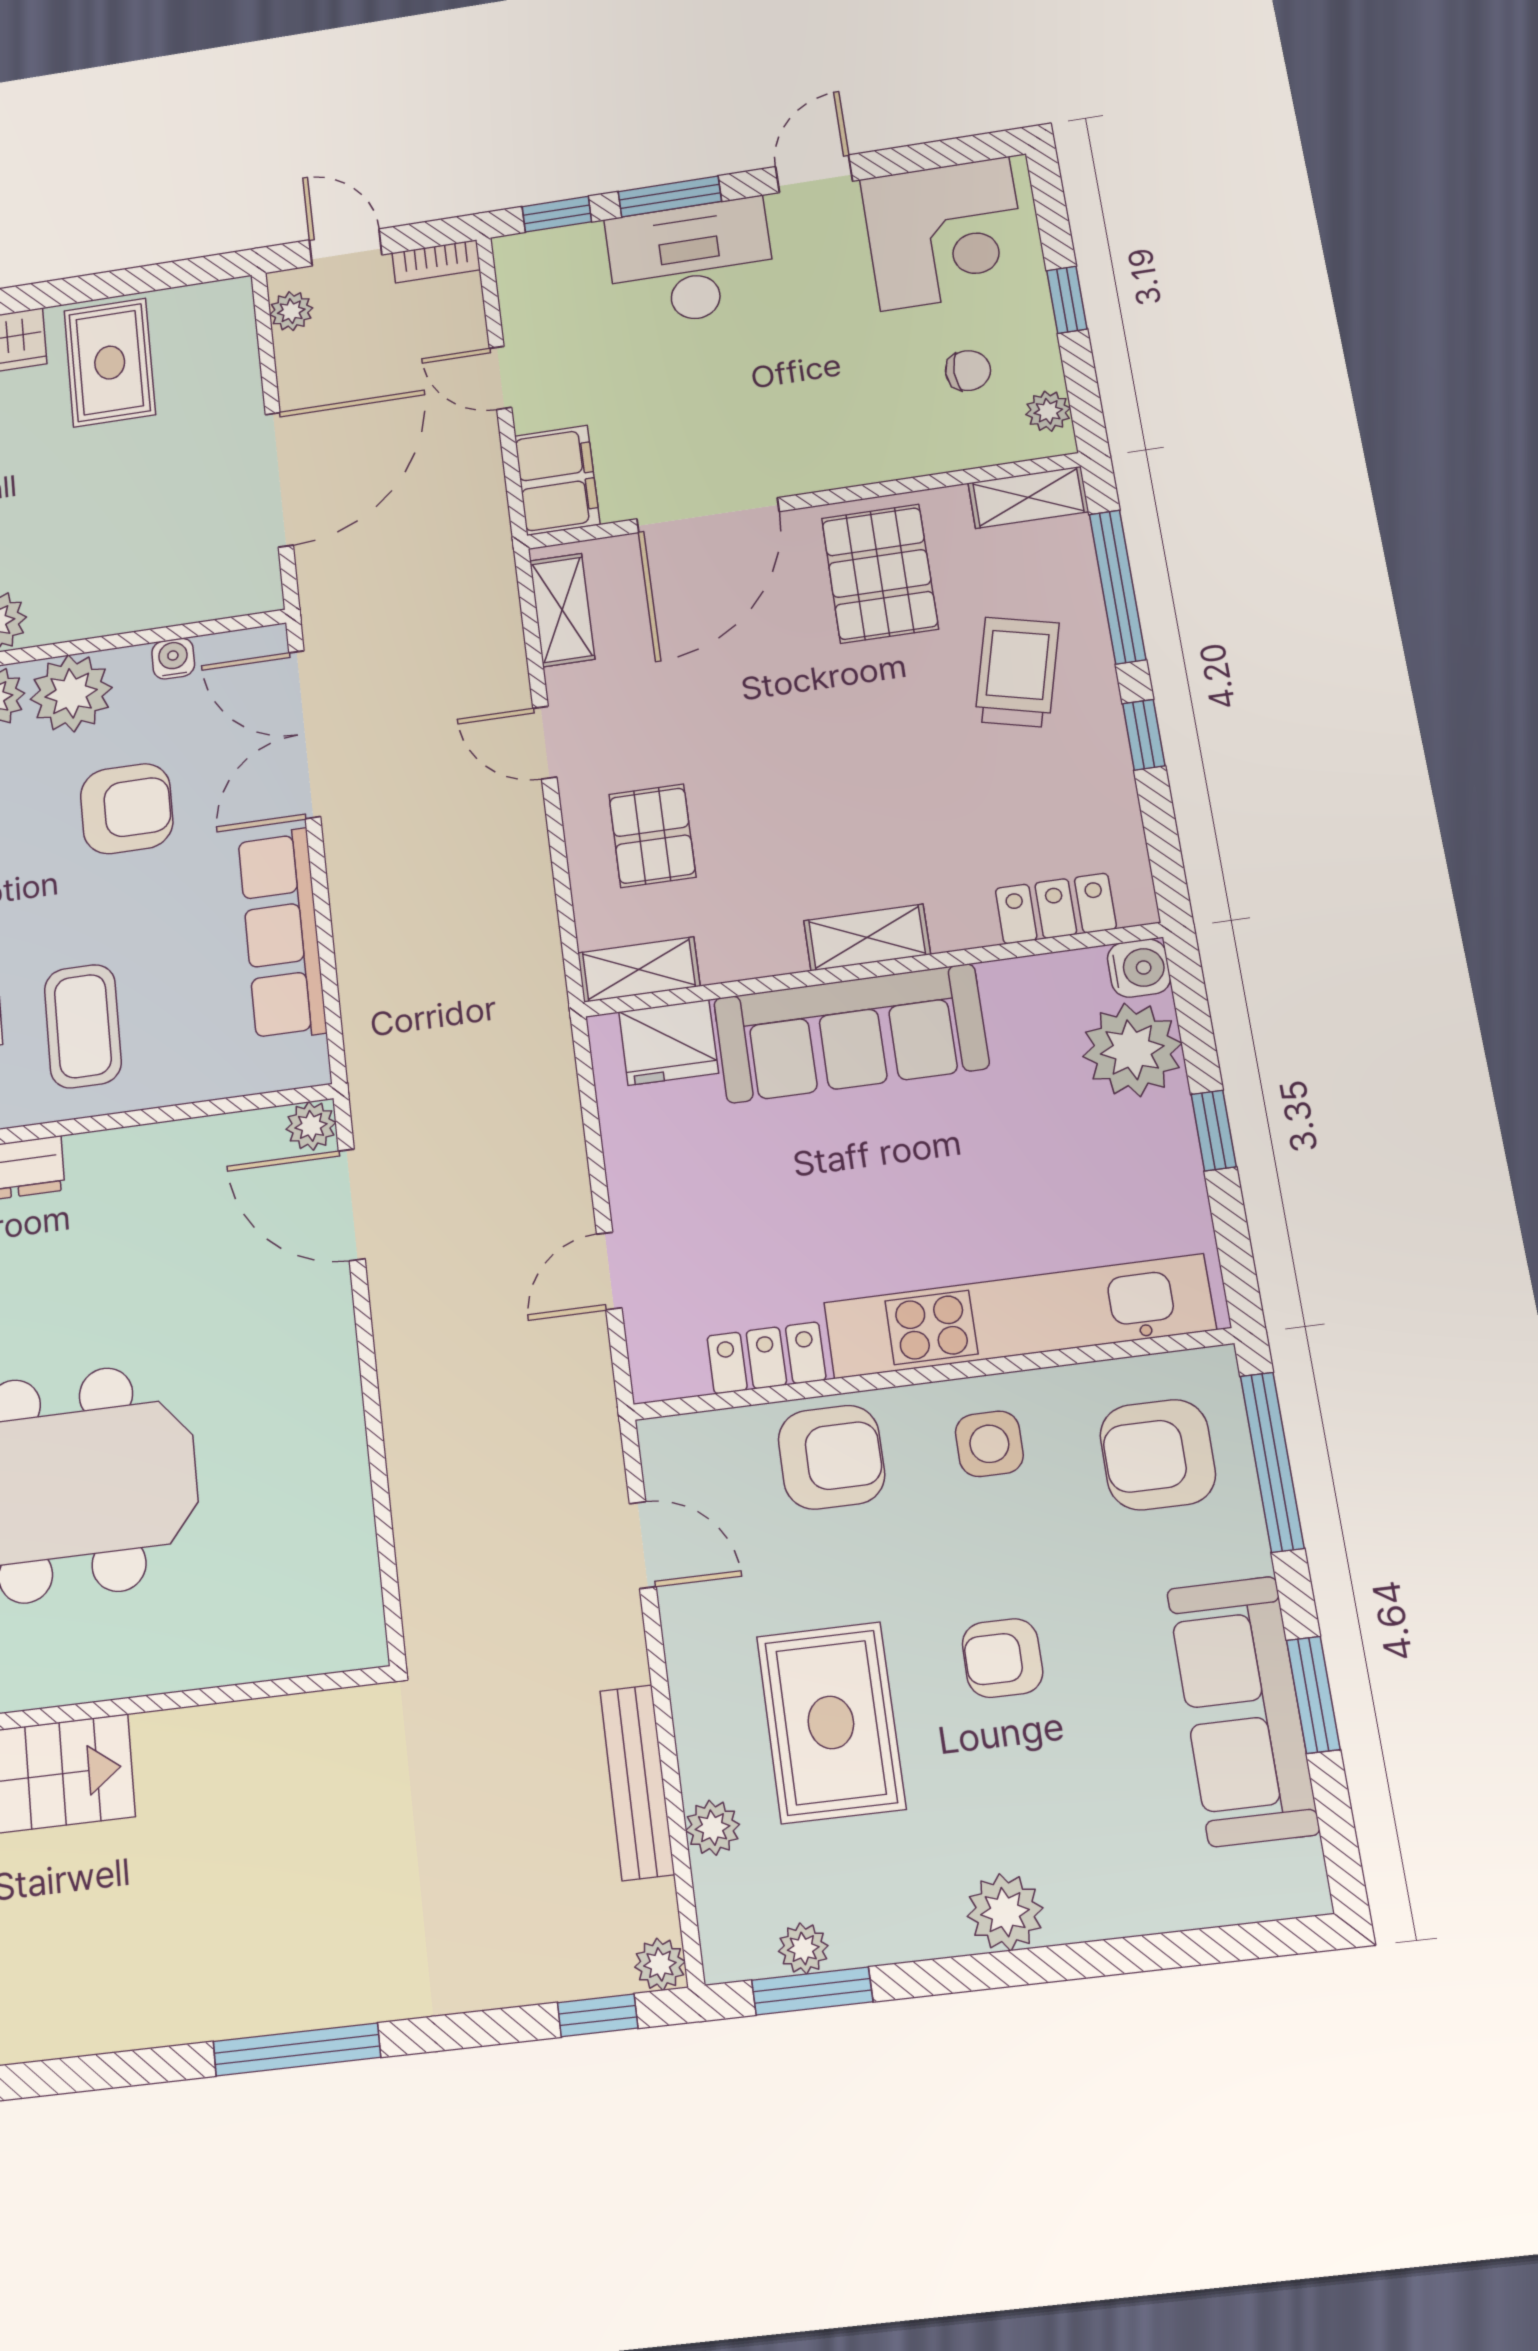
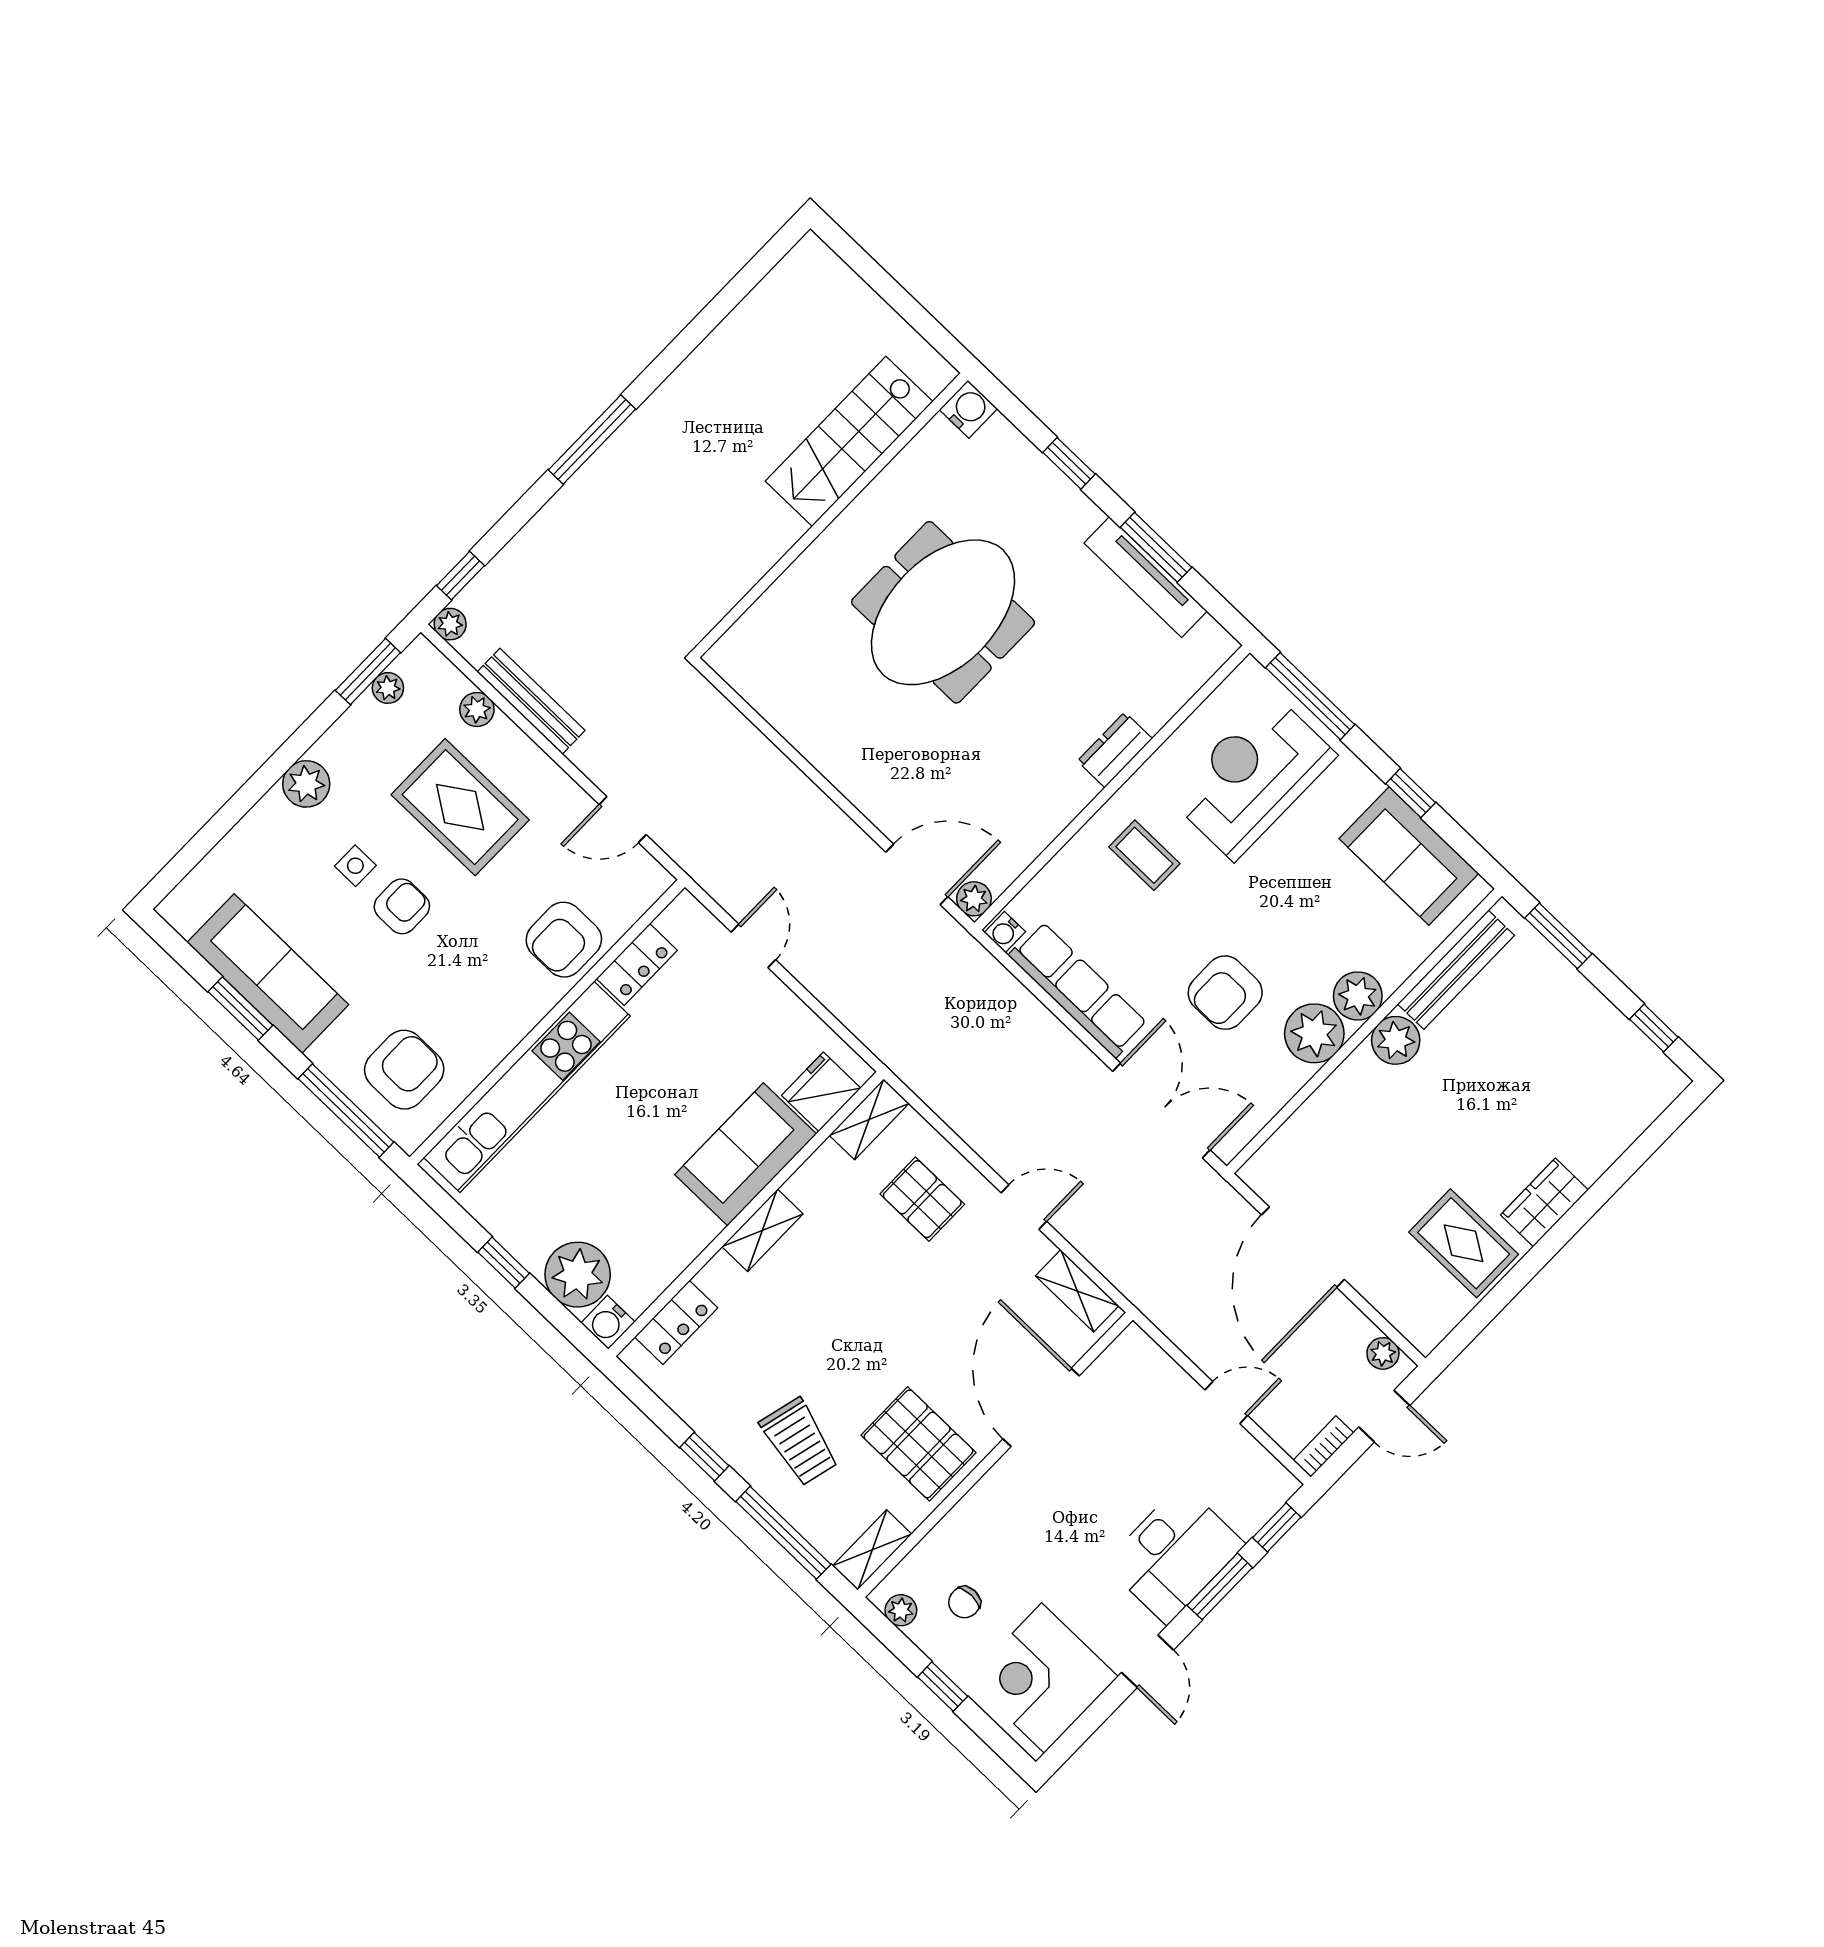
filing cabinet: (557, 480) -> (1143, 1365), removed
water cooler: (173, 659) -> (1005, 932), moved, turned 90
coffee table: (83, 1026) -> (1144, 855), width x0.73, depth x0.77
sofa: (851, 1033) -> (746, 1154), width x0.73
side table: (989, 1444) -> (355, 866), moved, width x0.73, depth x0.73

